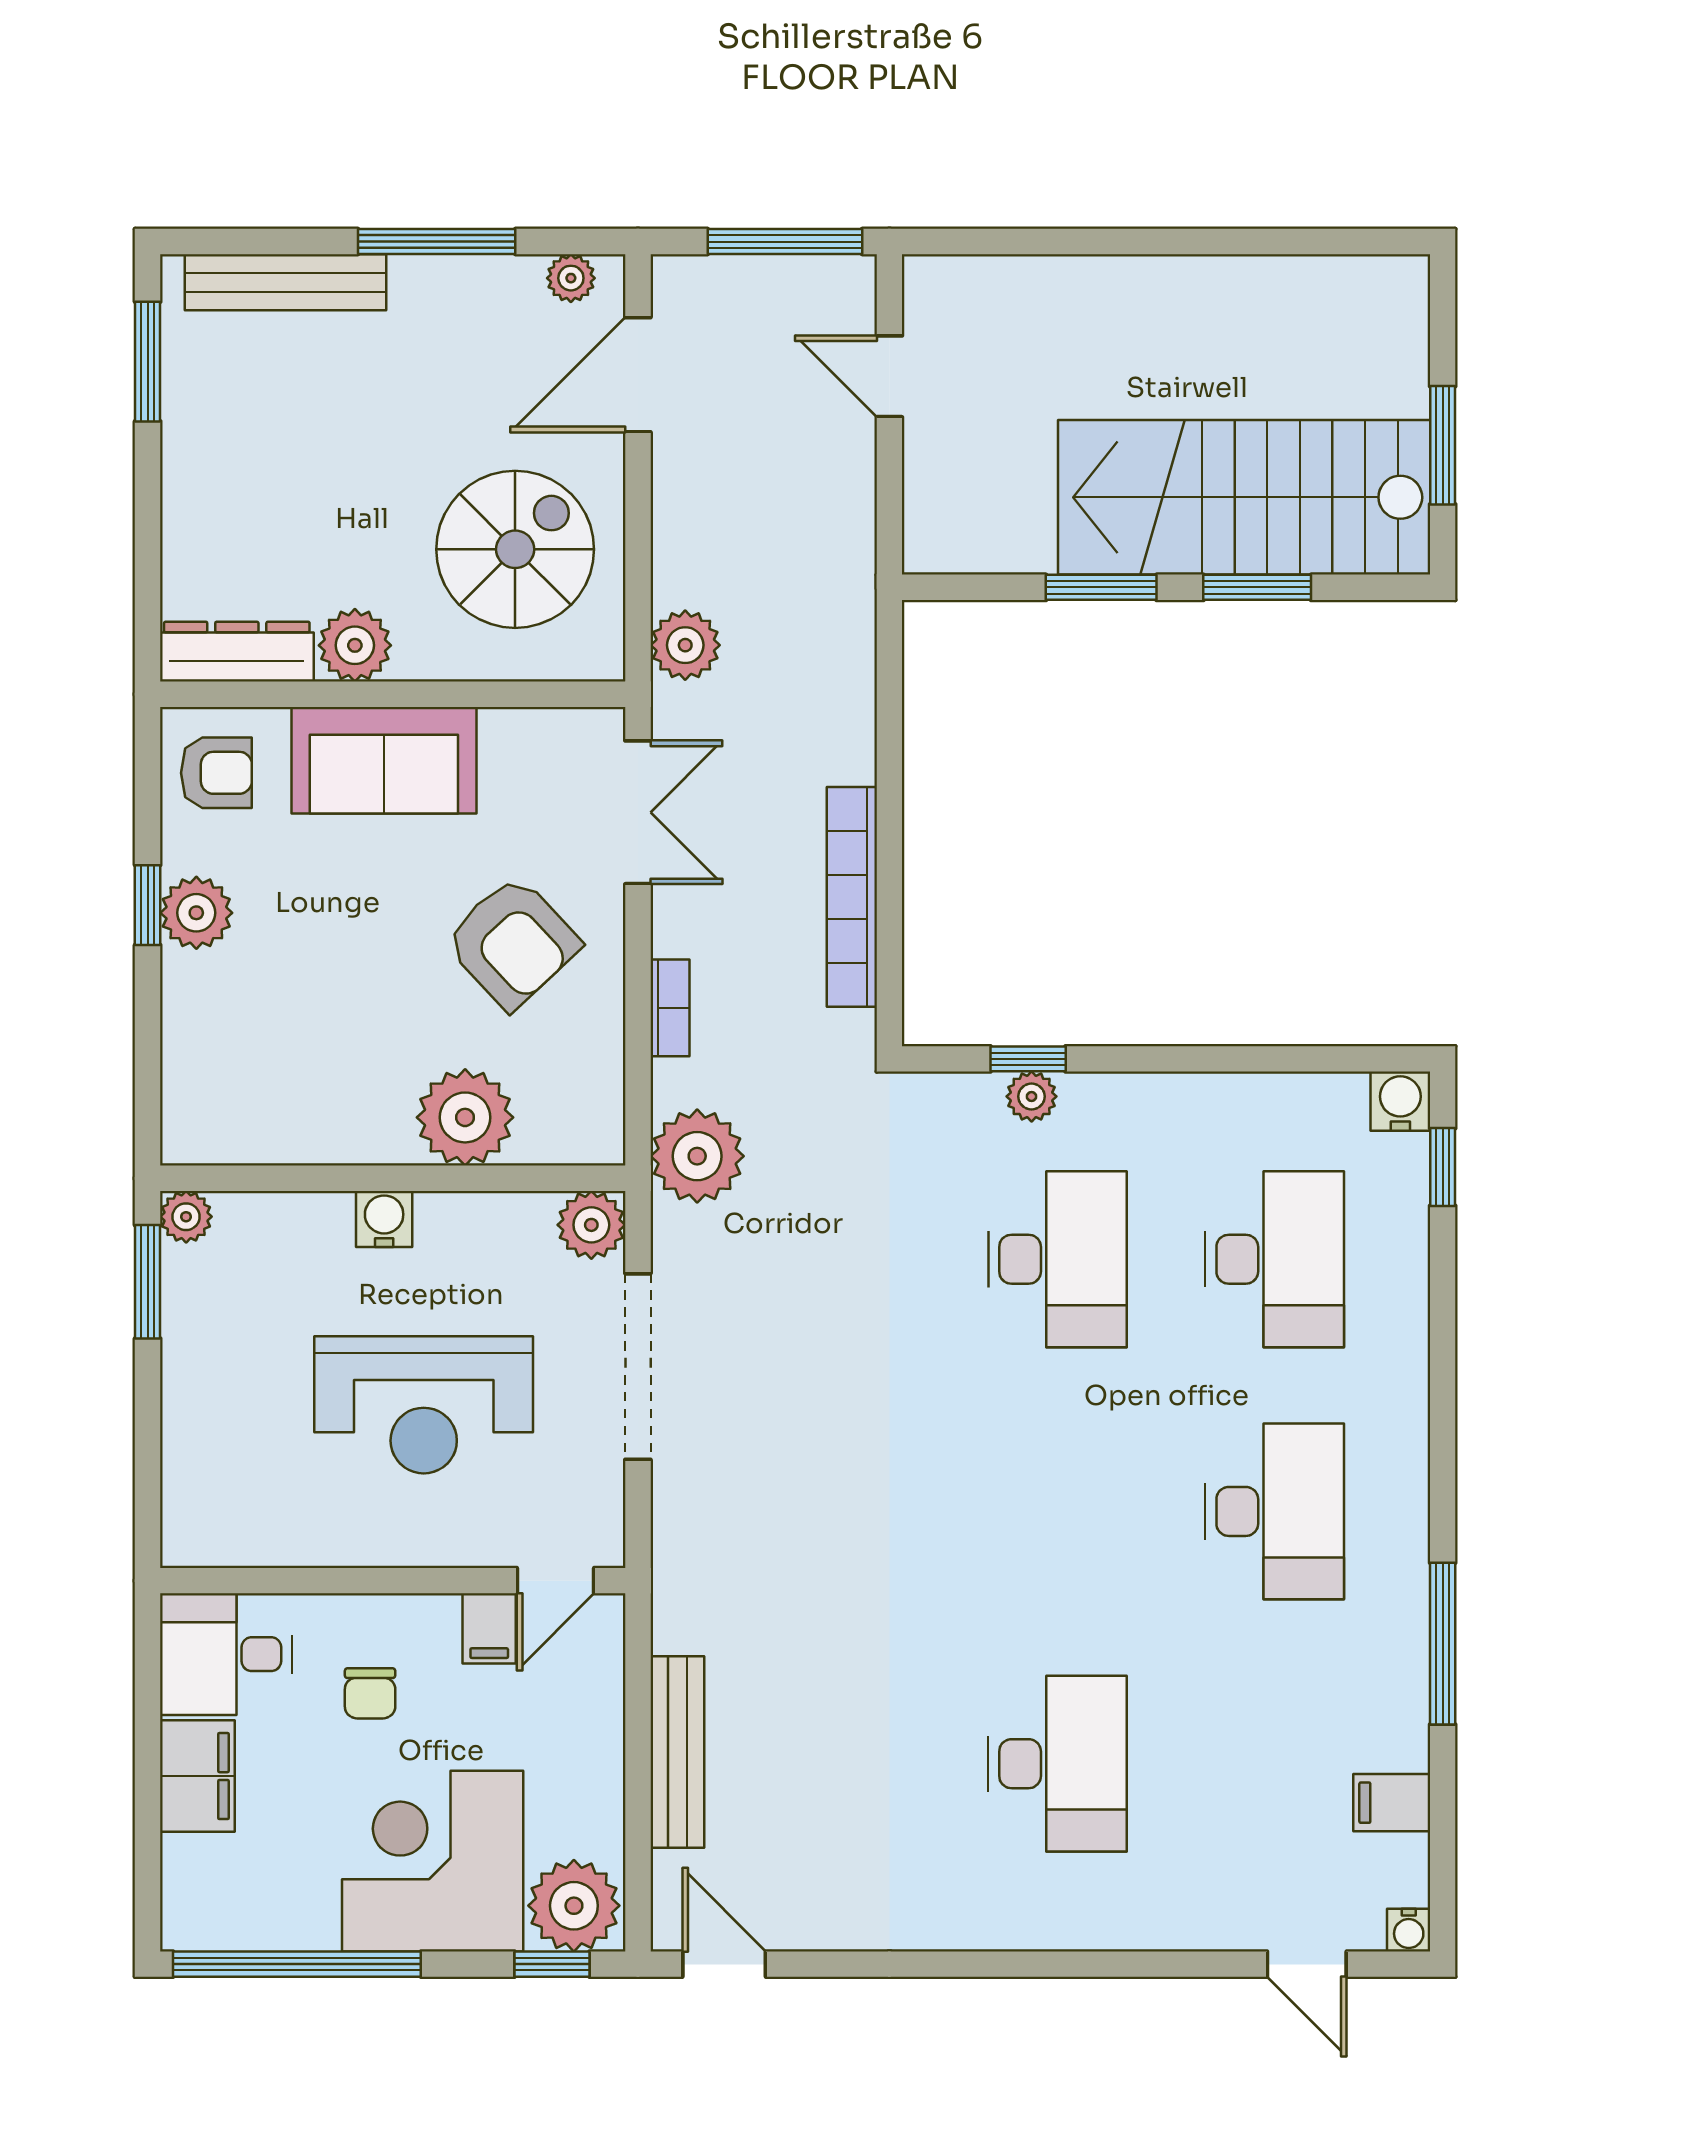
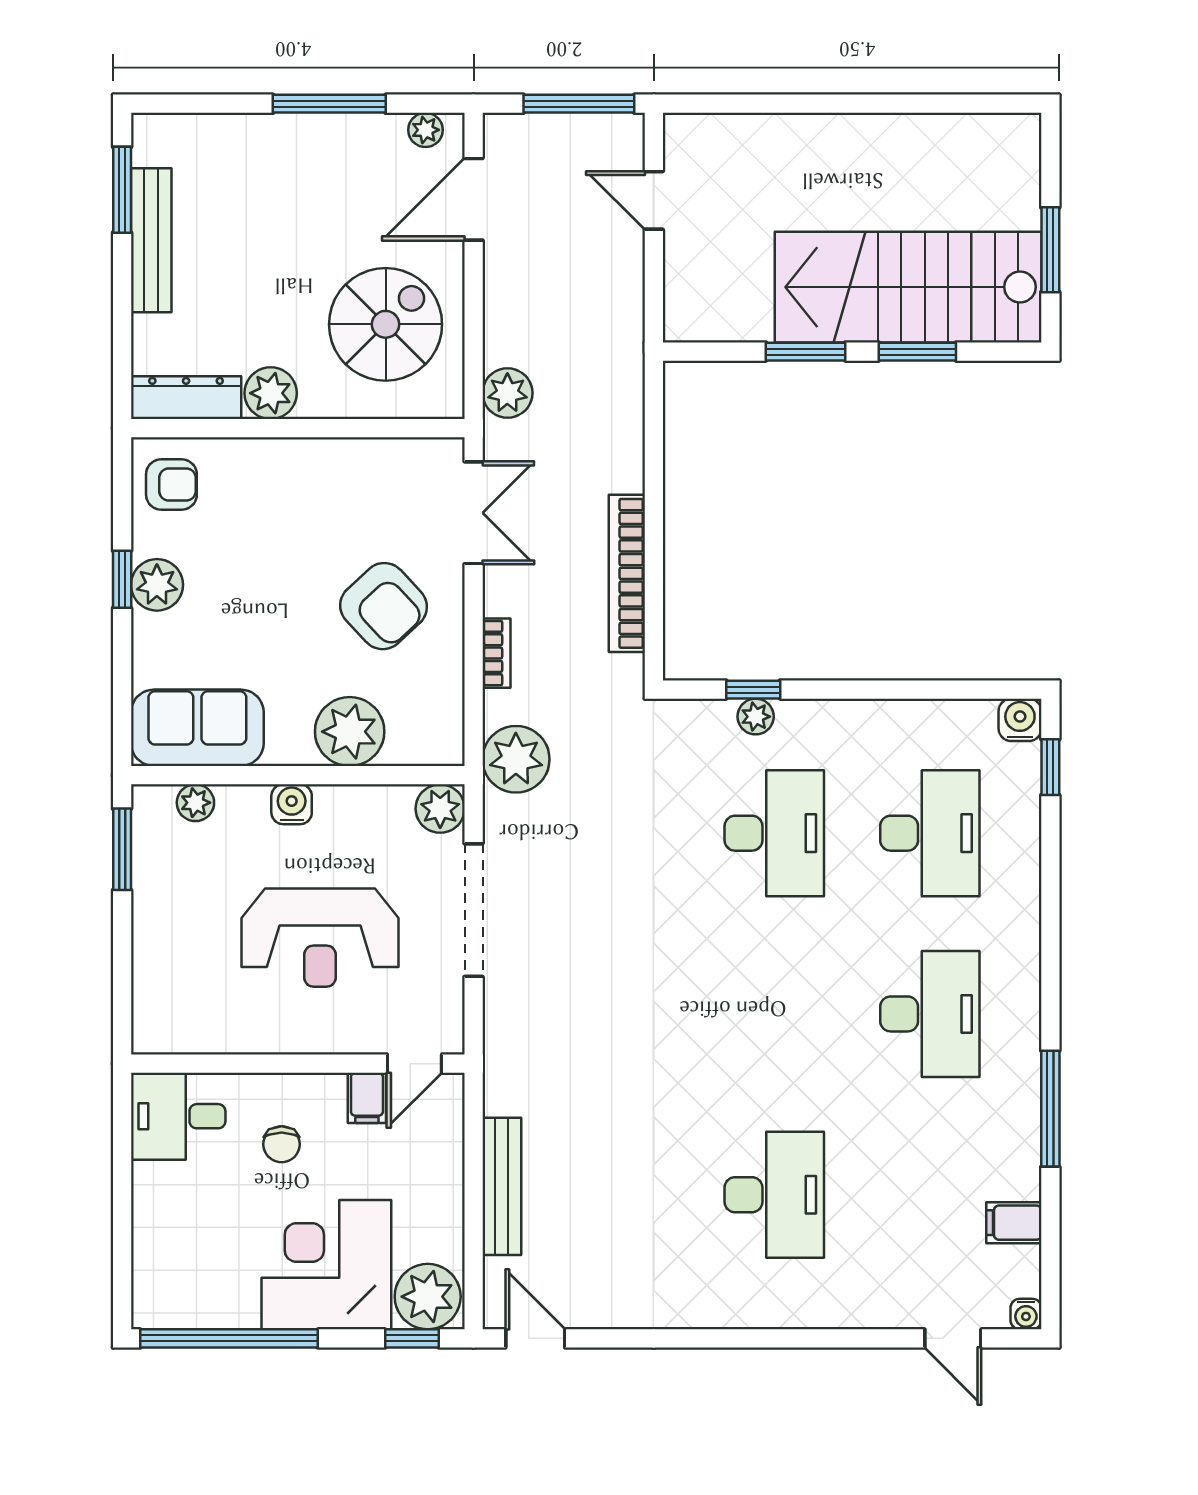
bench: (286, 282) -> (151, 240), moved, turned 90
sofa: (384, 760) -> (197, 728), moved, turned 180
plant: (186, 1217) -> (195, 803), moved
filing cabinet: (197, 1776) -> (158, 1204), removed

